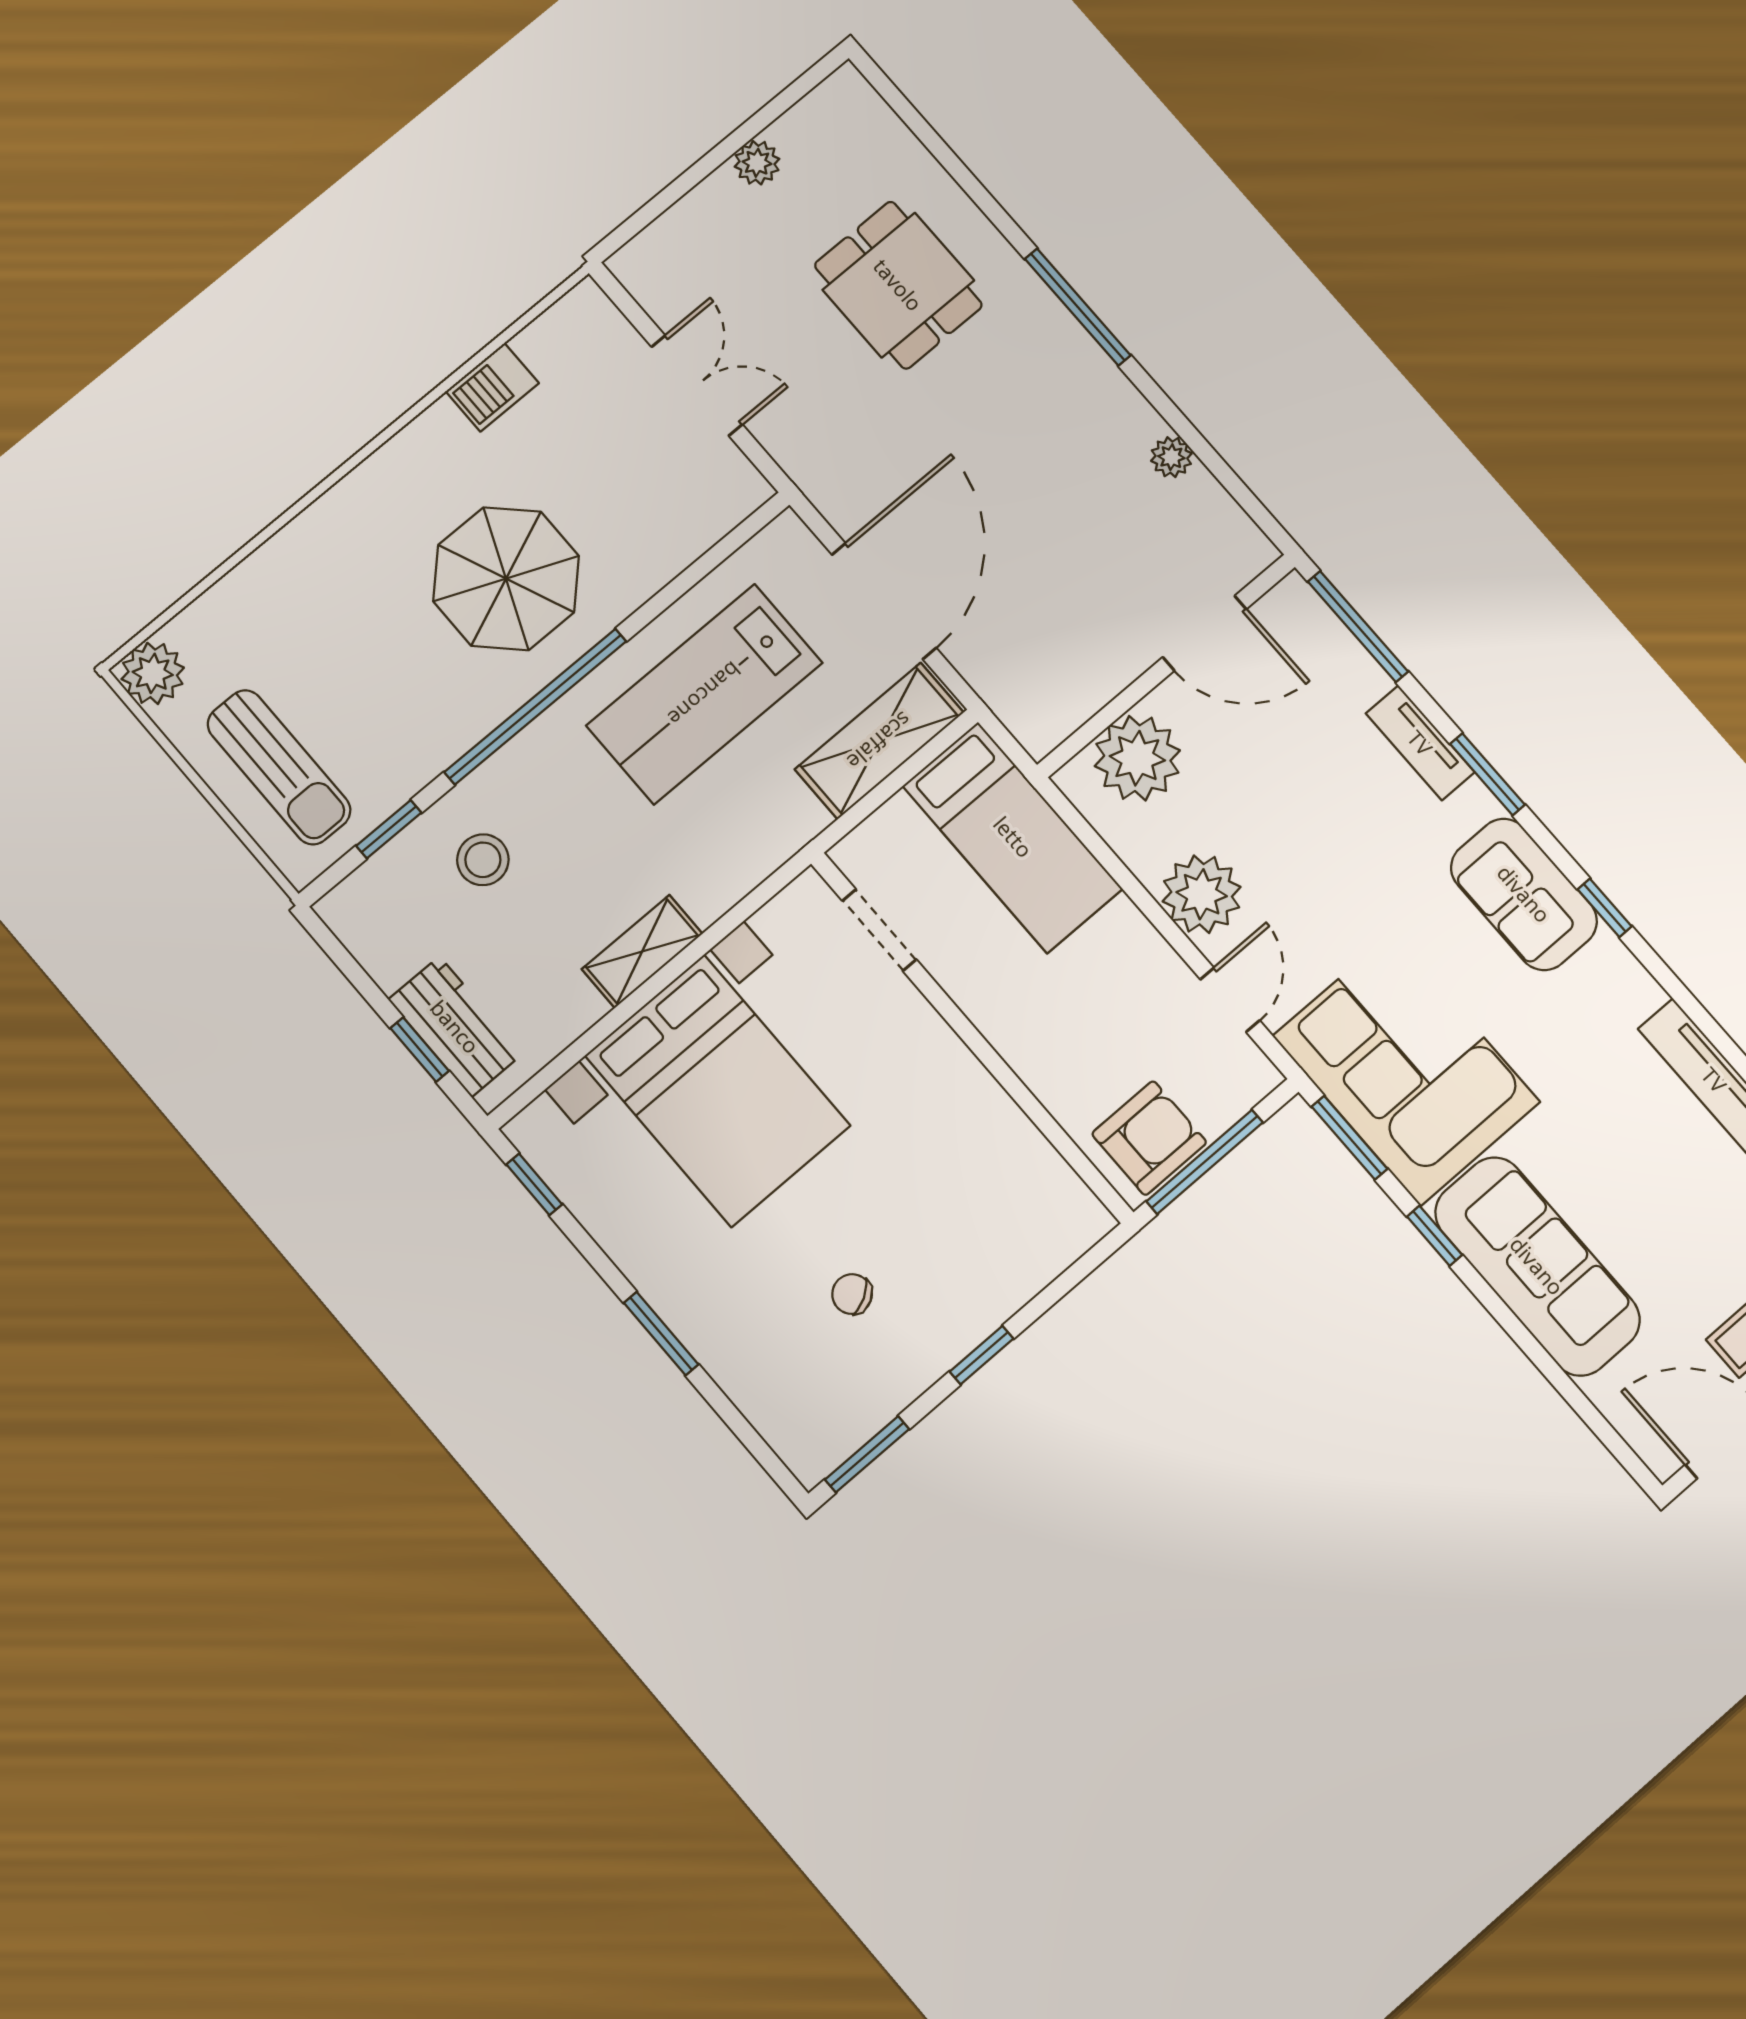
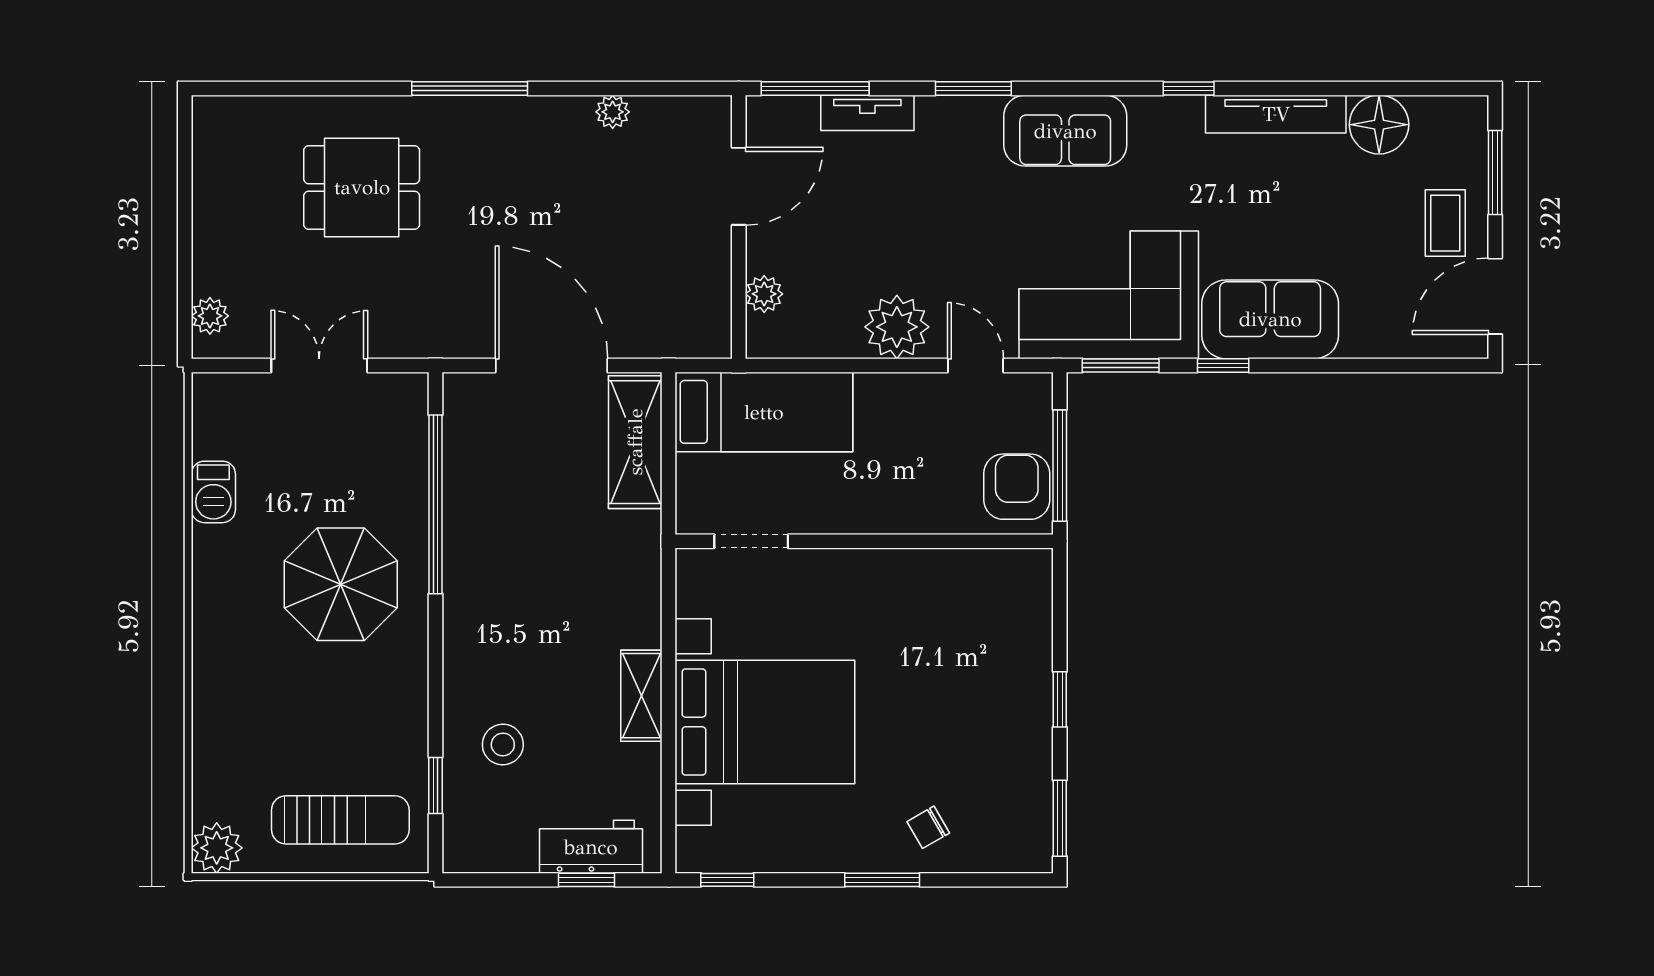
plant: (757, 163) -> (210, 316), moved
lab bench: (704, 694) -> (515, 524), removed
window: (535, 707) -> (435, 504), moved
tv unit: (1420, 743) -> (867, 113), moved
plant: (1137, 758) -> (764, 294), width x0.53, depth x0.53
window: (1605, 908) -> (1189, 88), moved
sofa: (1537, 1266) -> (1270, 319), width x0.73
chair: (852, 1294) -> (928, 827), moved

